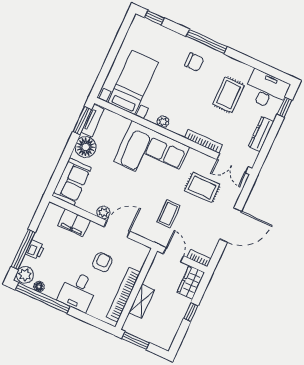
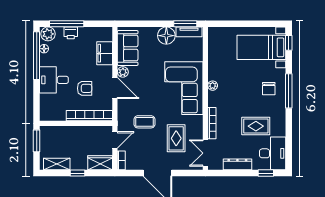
bed with nightstands: (133, 82) -> (261, 47), moved, turned 180
sofa: (72, 182) -> (128, 48), moved, turned -90
bookcase: (123, 295) -> (89, 116), moved
shelving: (142, 301) -> (57, 164), moved

